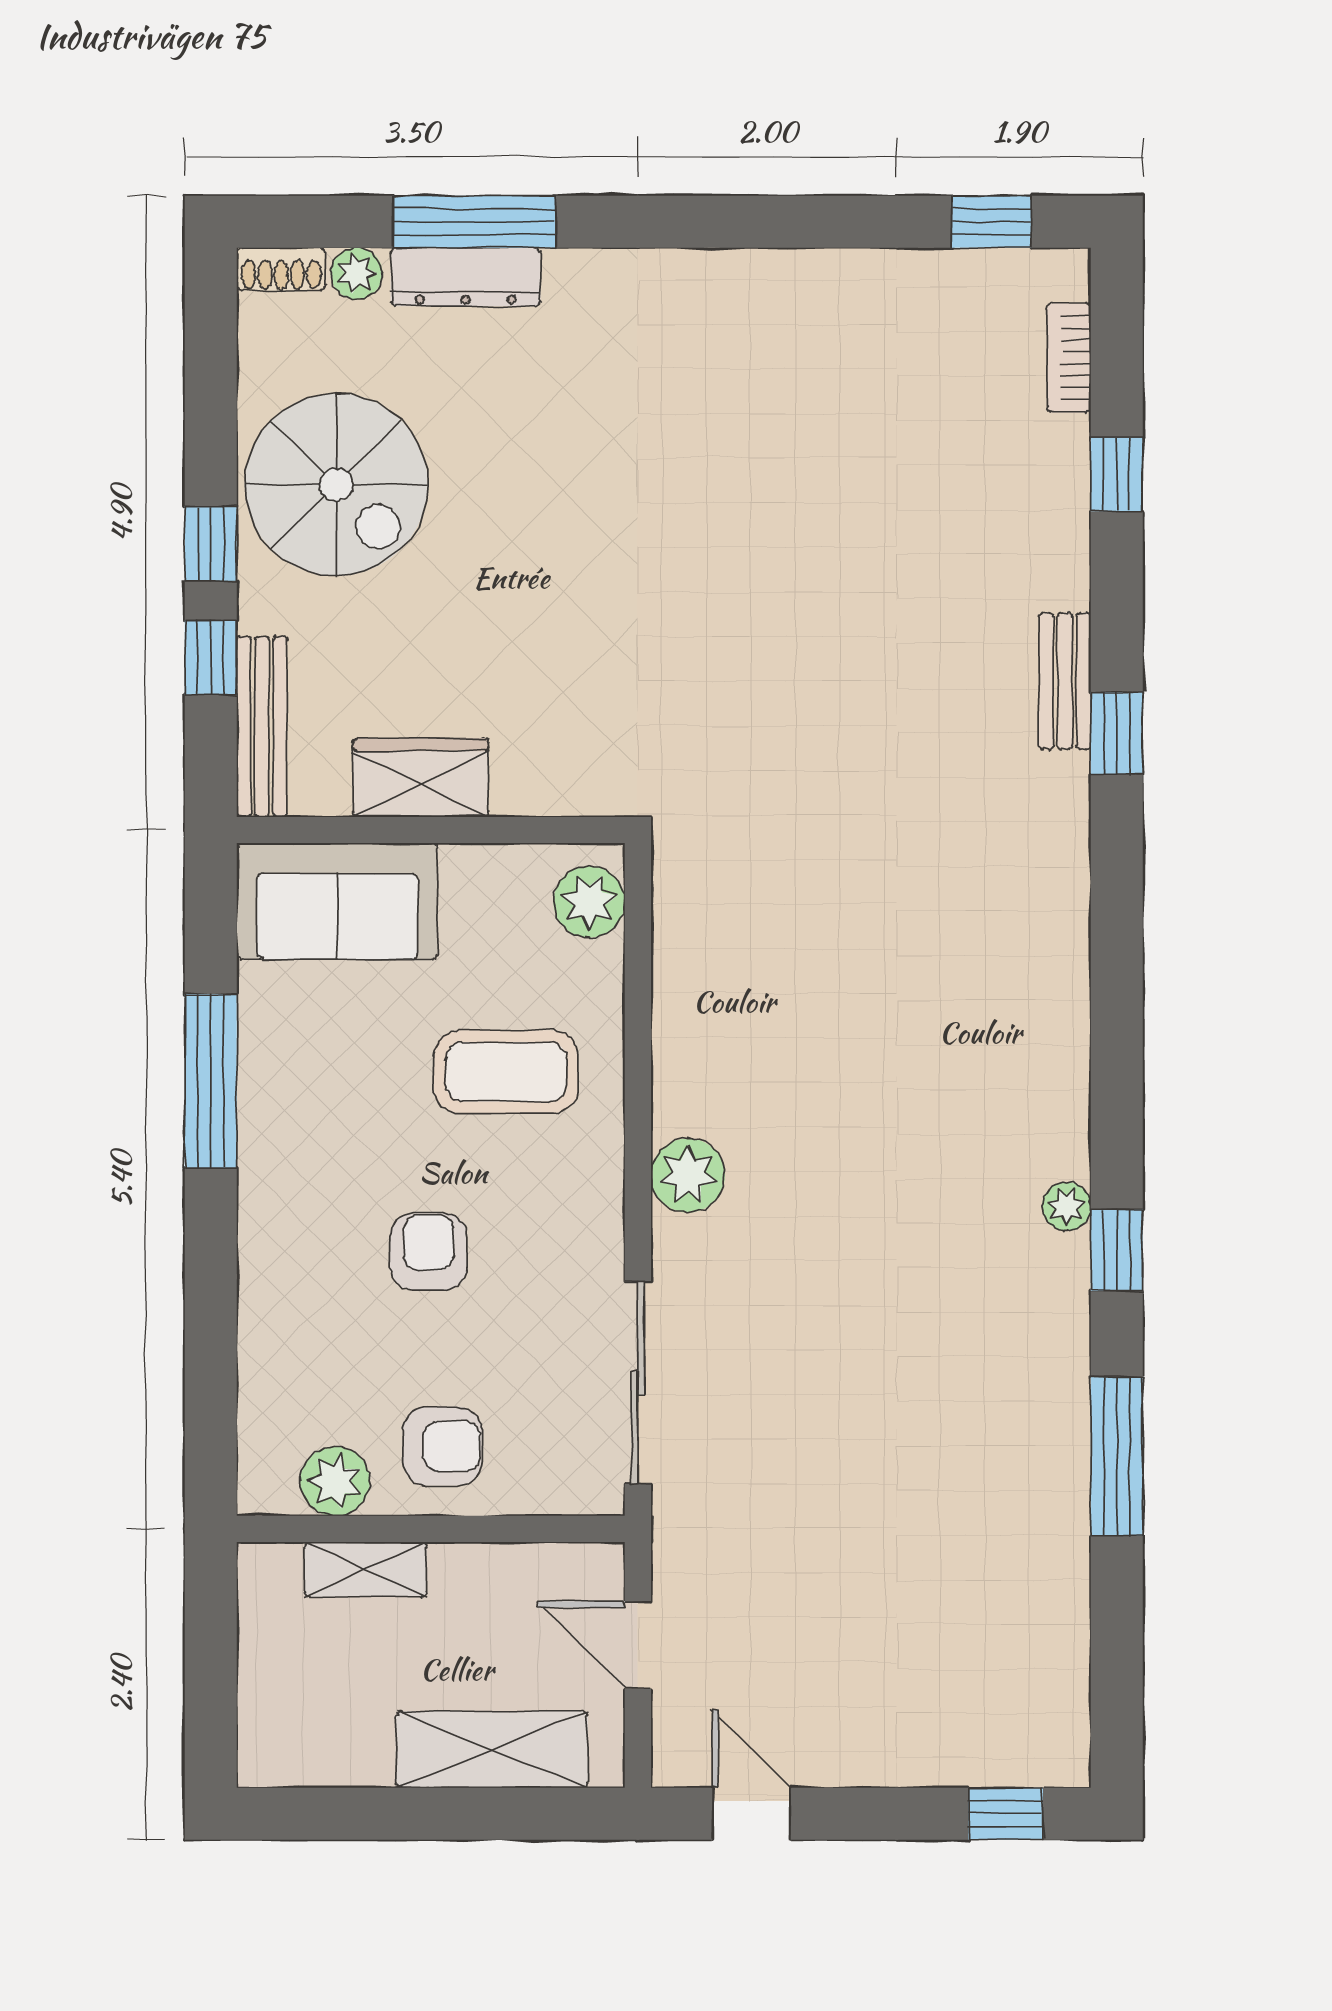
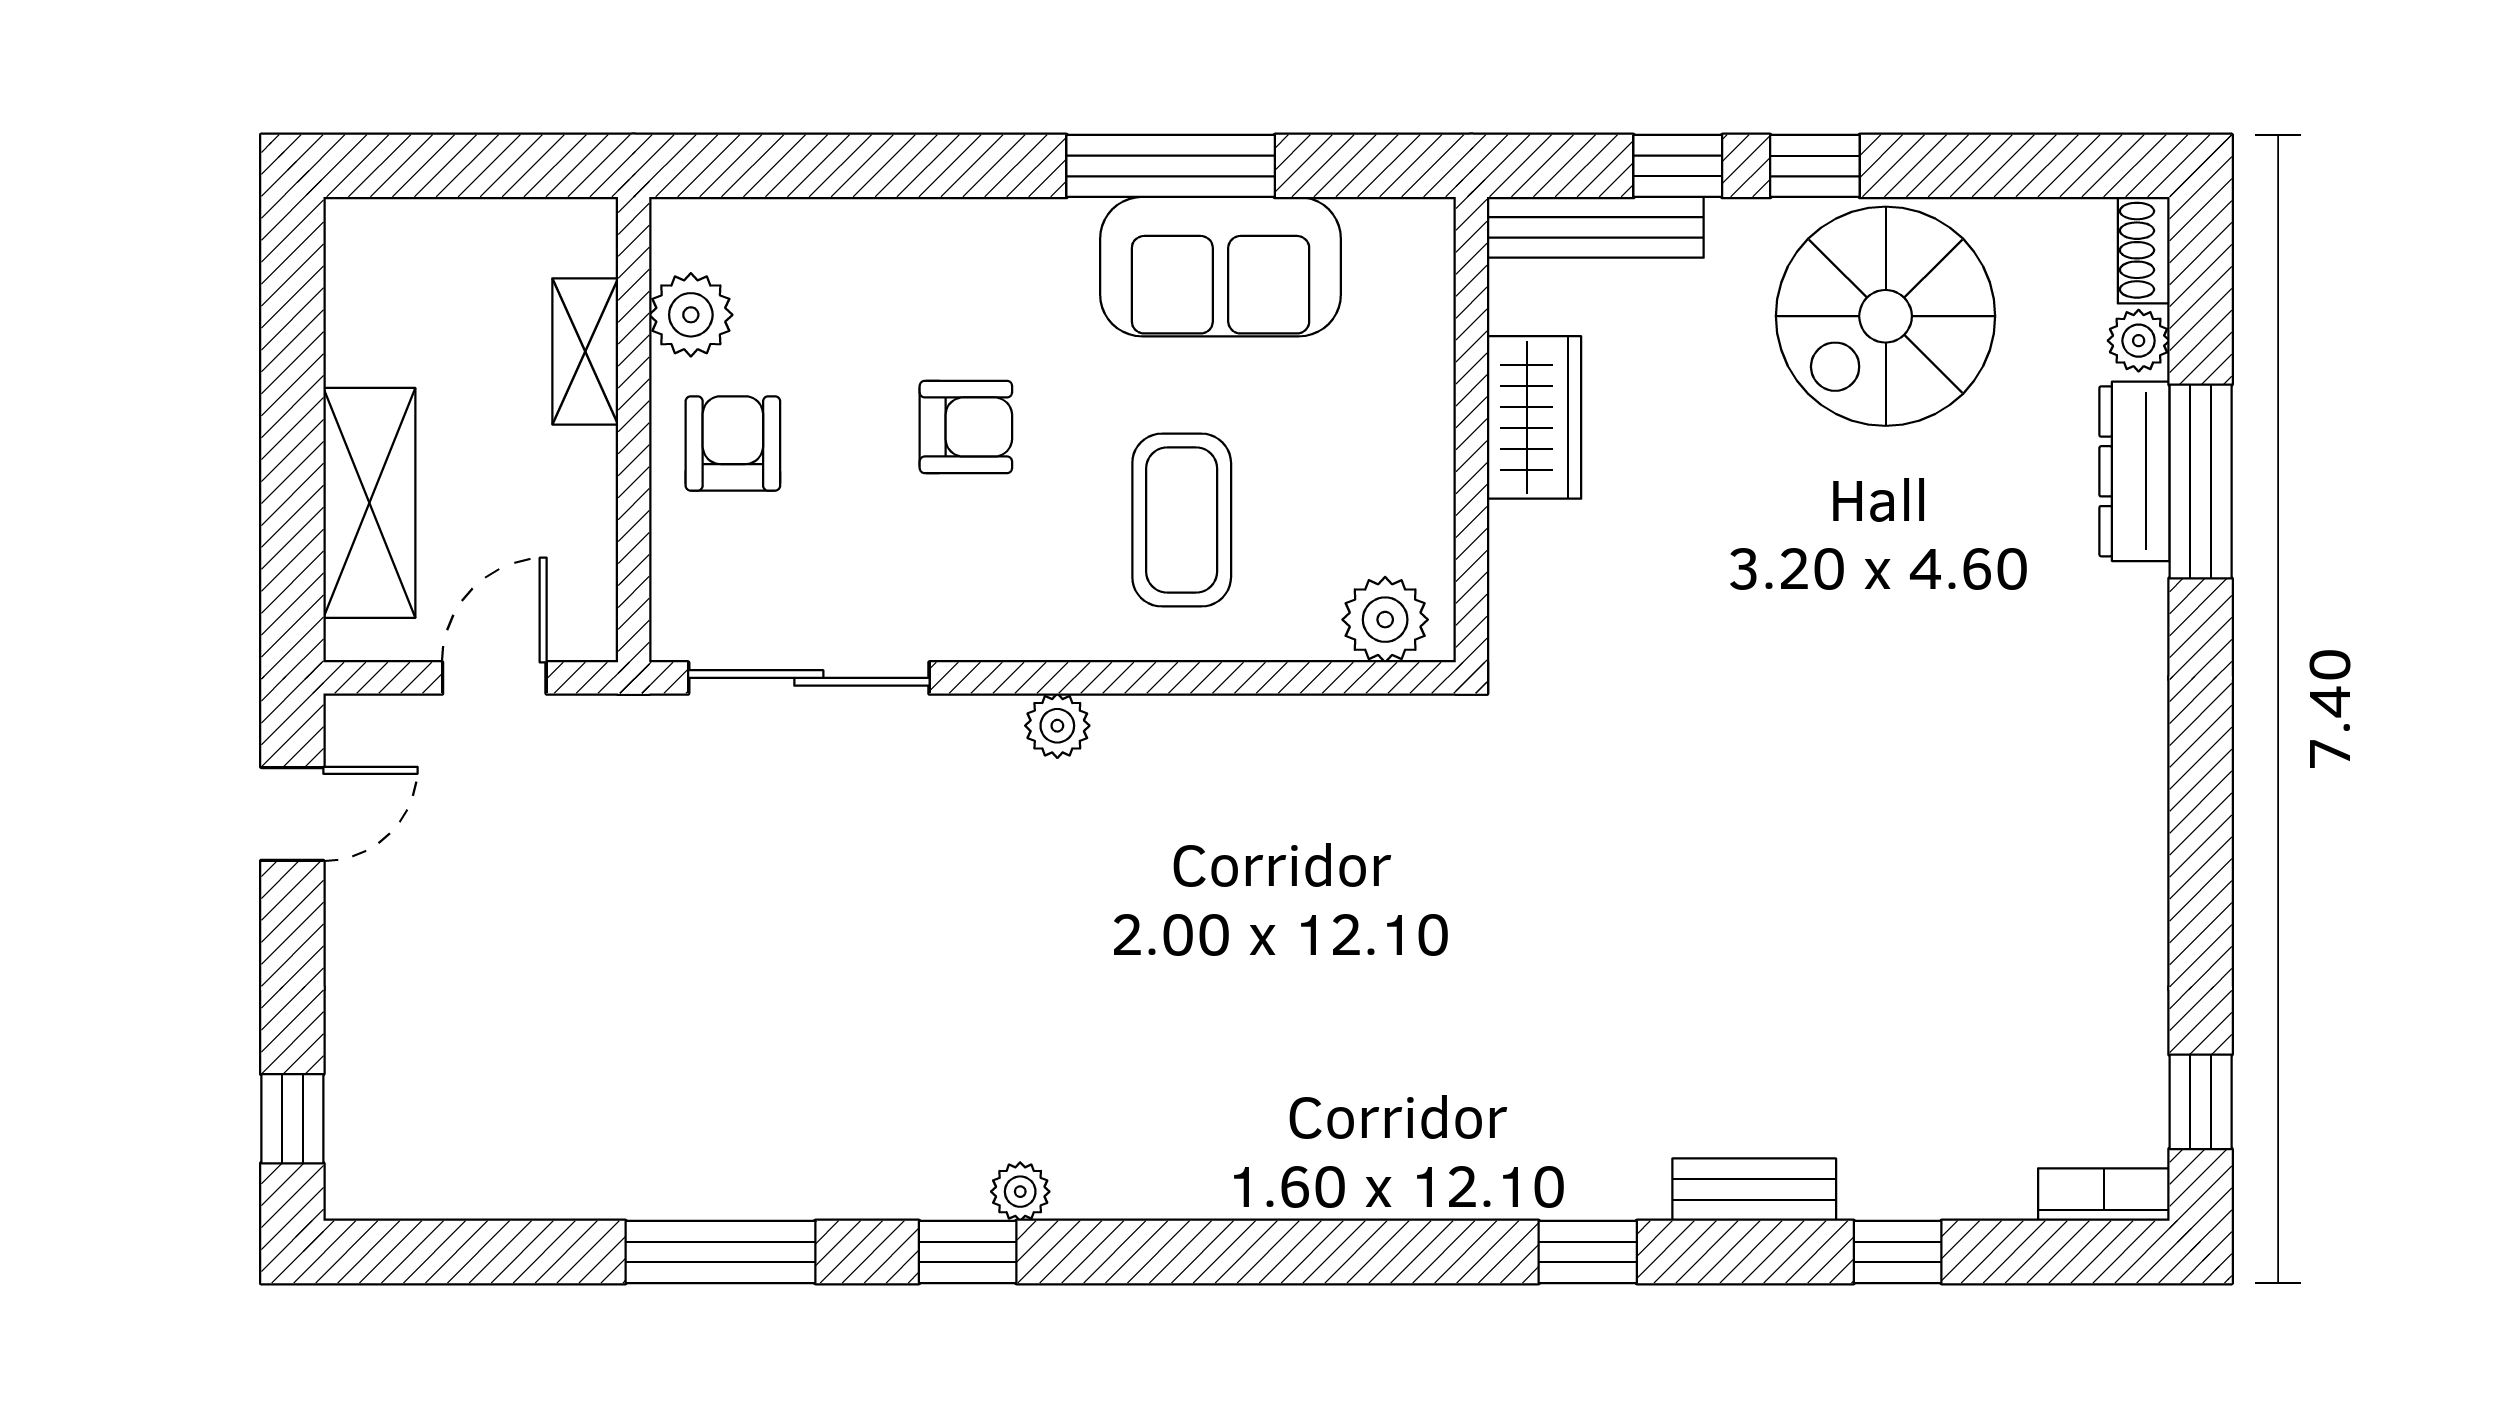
bookcase: (1069, 358) -> (2104, 1195), moved
bench: (1065, 681) -> (1754, 1190), moved
sofa: (337, 901) -> (1221, 267), moved, turned -90
plant: (688, 1175) -> (1057, 726), width x0.73, depth x0.73
armchair: (442, 1446) -> (733, 443), turned 180

